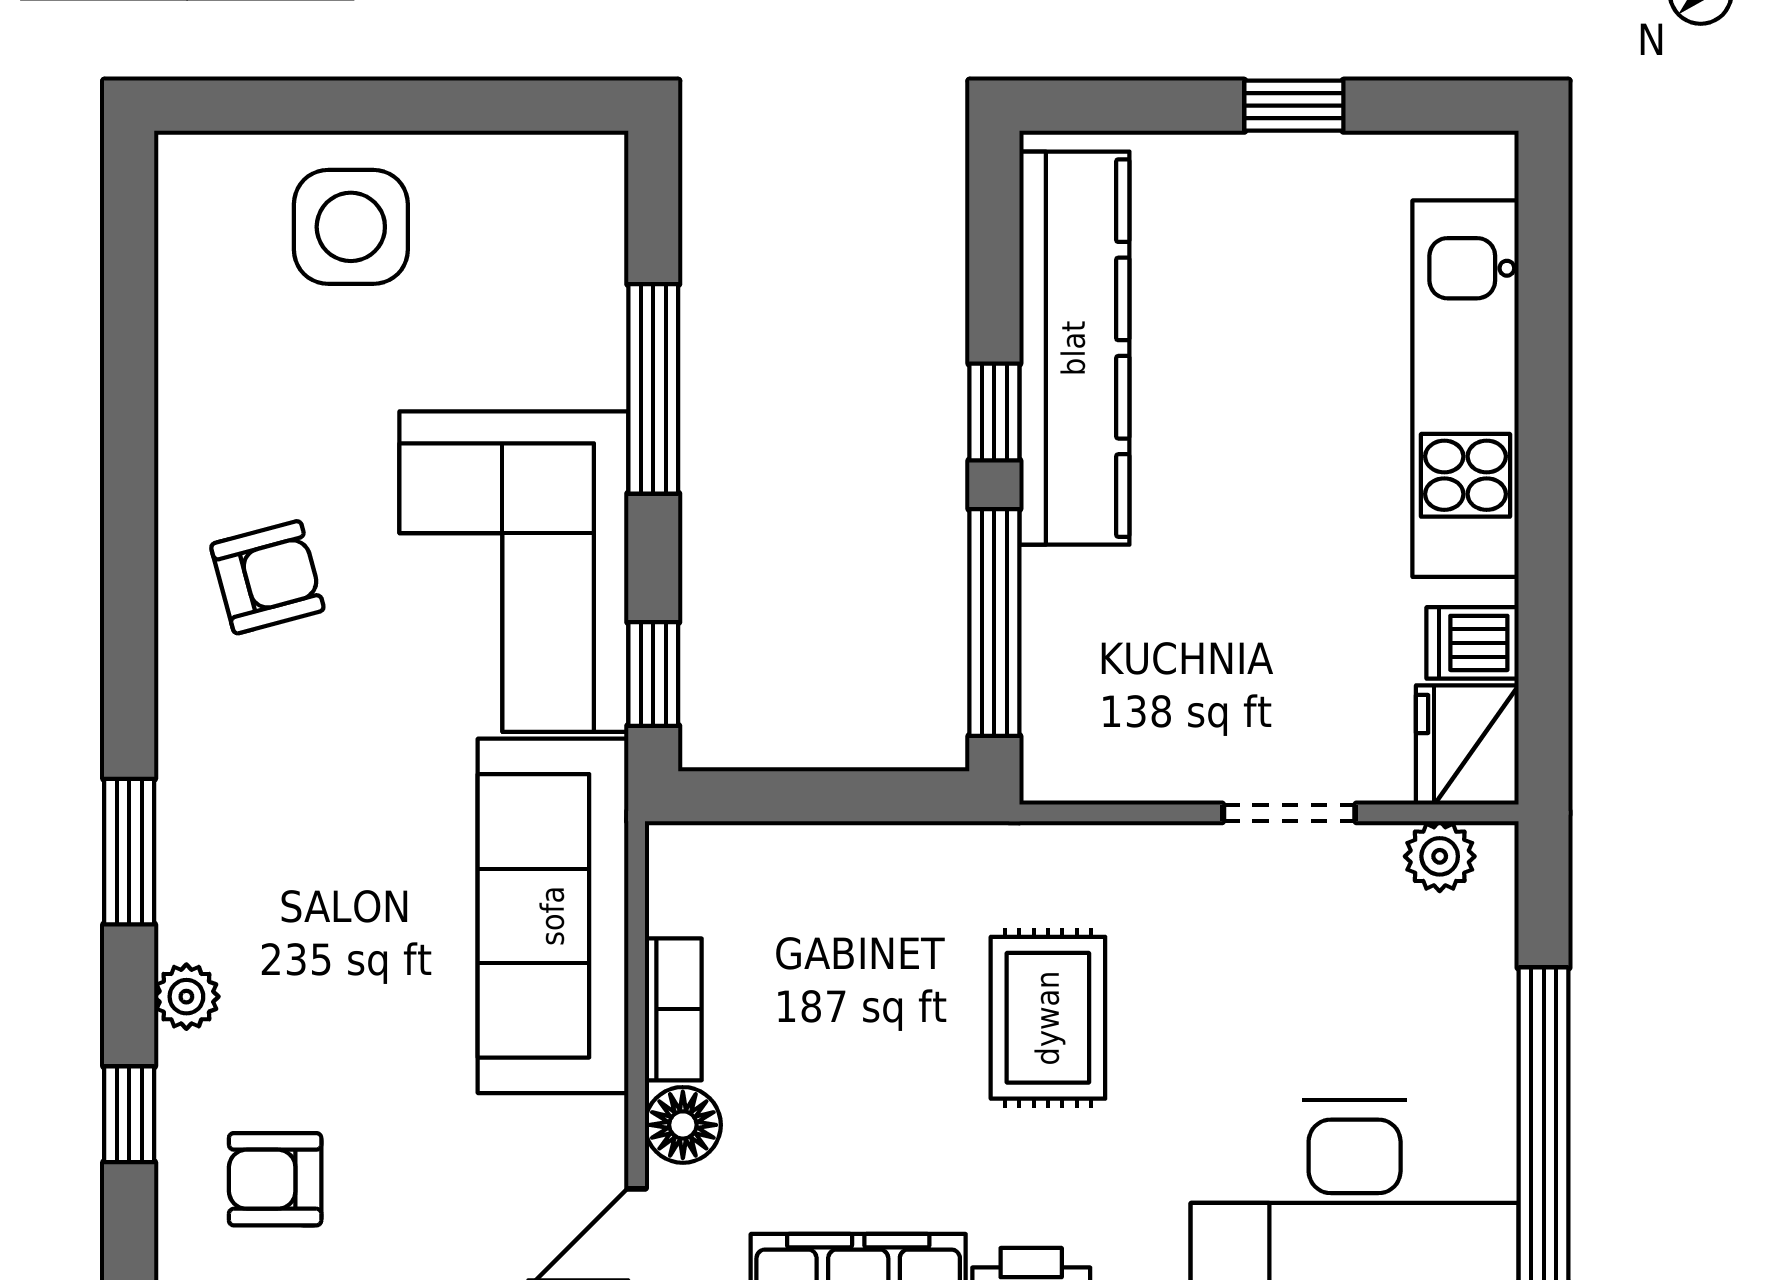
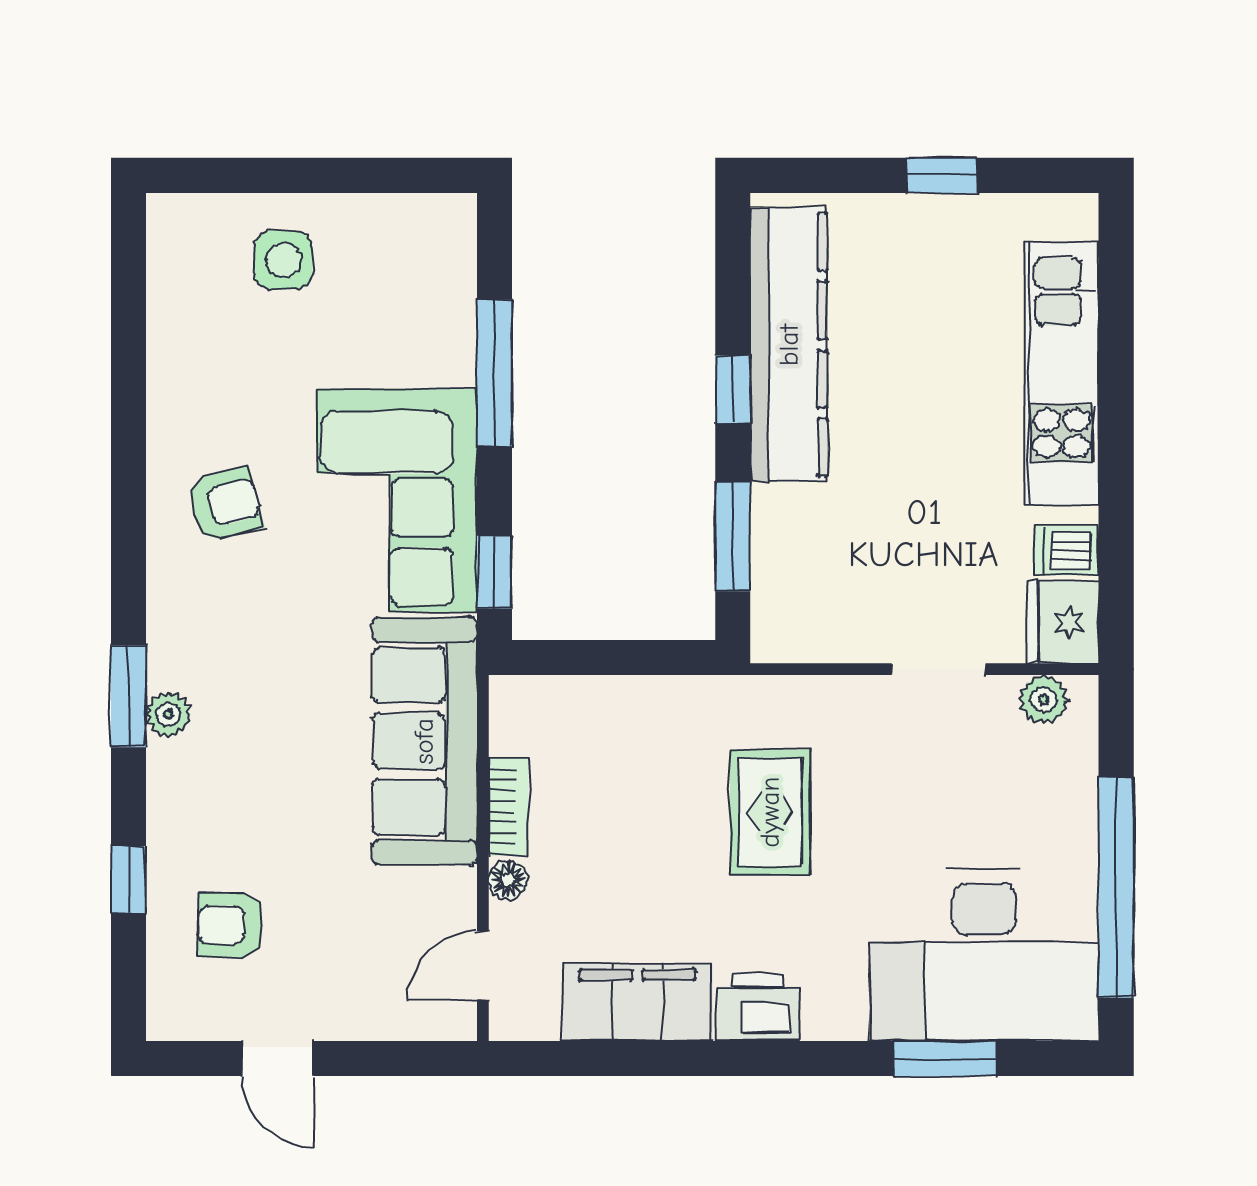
side table: (351, 227) -> (283, 260), width x0.73, depth x0.73
window: (994, 622) -> (733, 536), width x0.69
plant: (186, 997) -> (168, 714), moved
floor lamp: (683, 1125) -> (508, 880), width x0.73, depth x0.73

